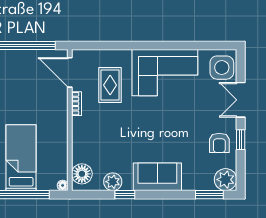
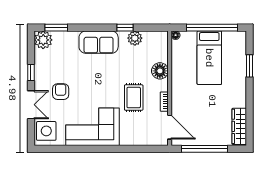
rug: (110, 85) -> (134, 98), moved
armchair: (219, 143) -> (61, 92), moved
floor lamp: (82, 174) -> (160, 71), moved

